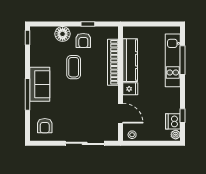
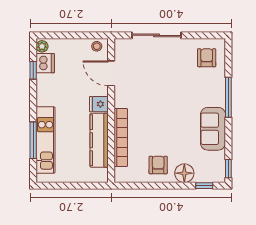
window: (88, 24) -> (204, 186), moved
coffee table: (74, 67) -> (170, 131), removed
sofa: (40, 84) -> (213, 129), moved

